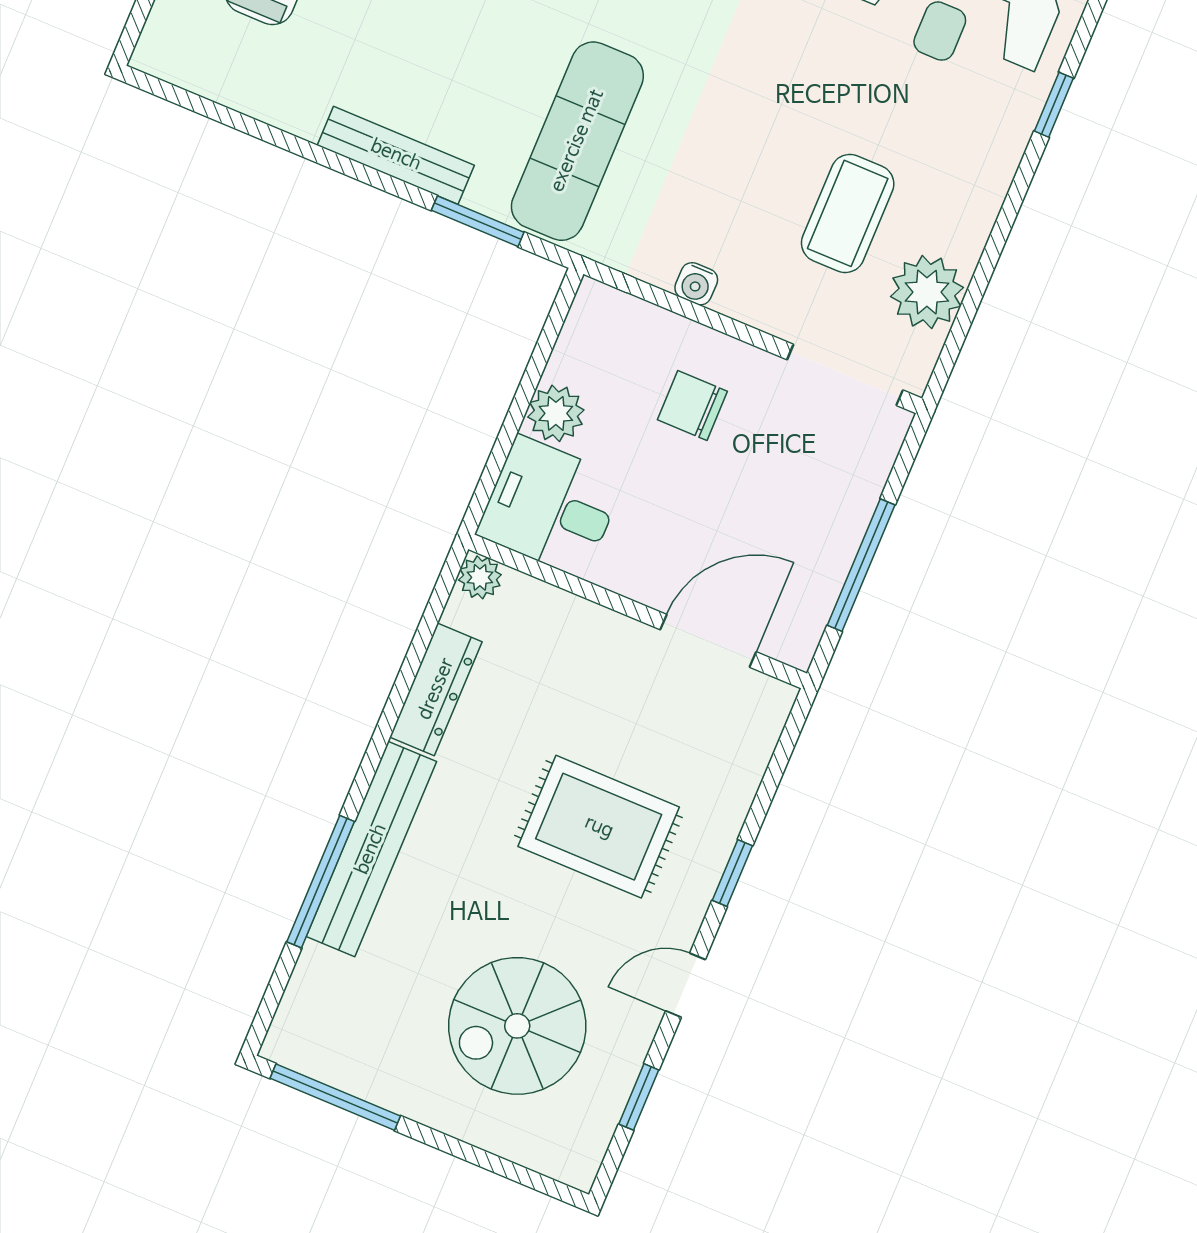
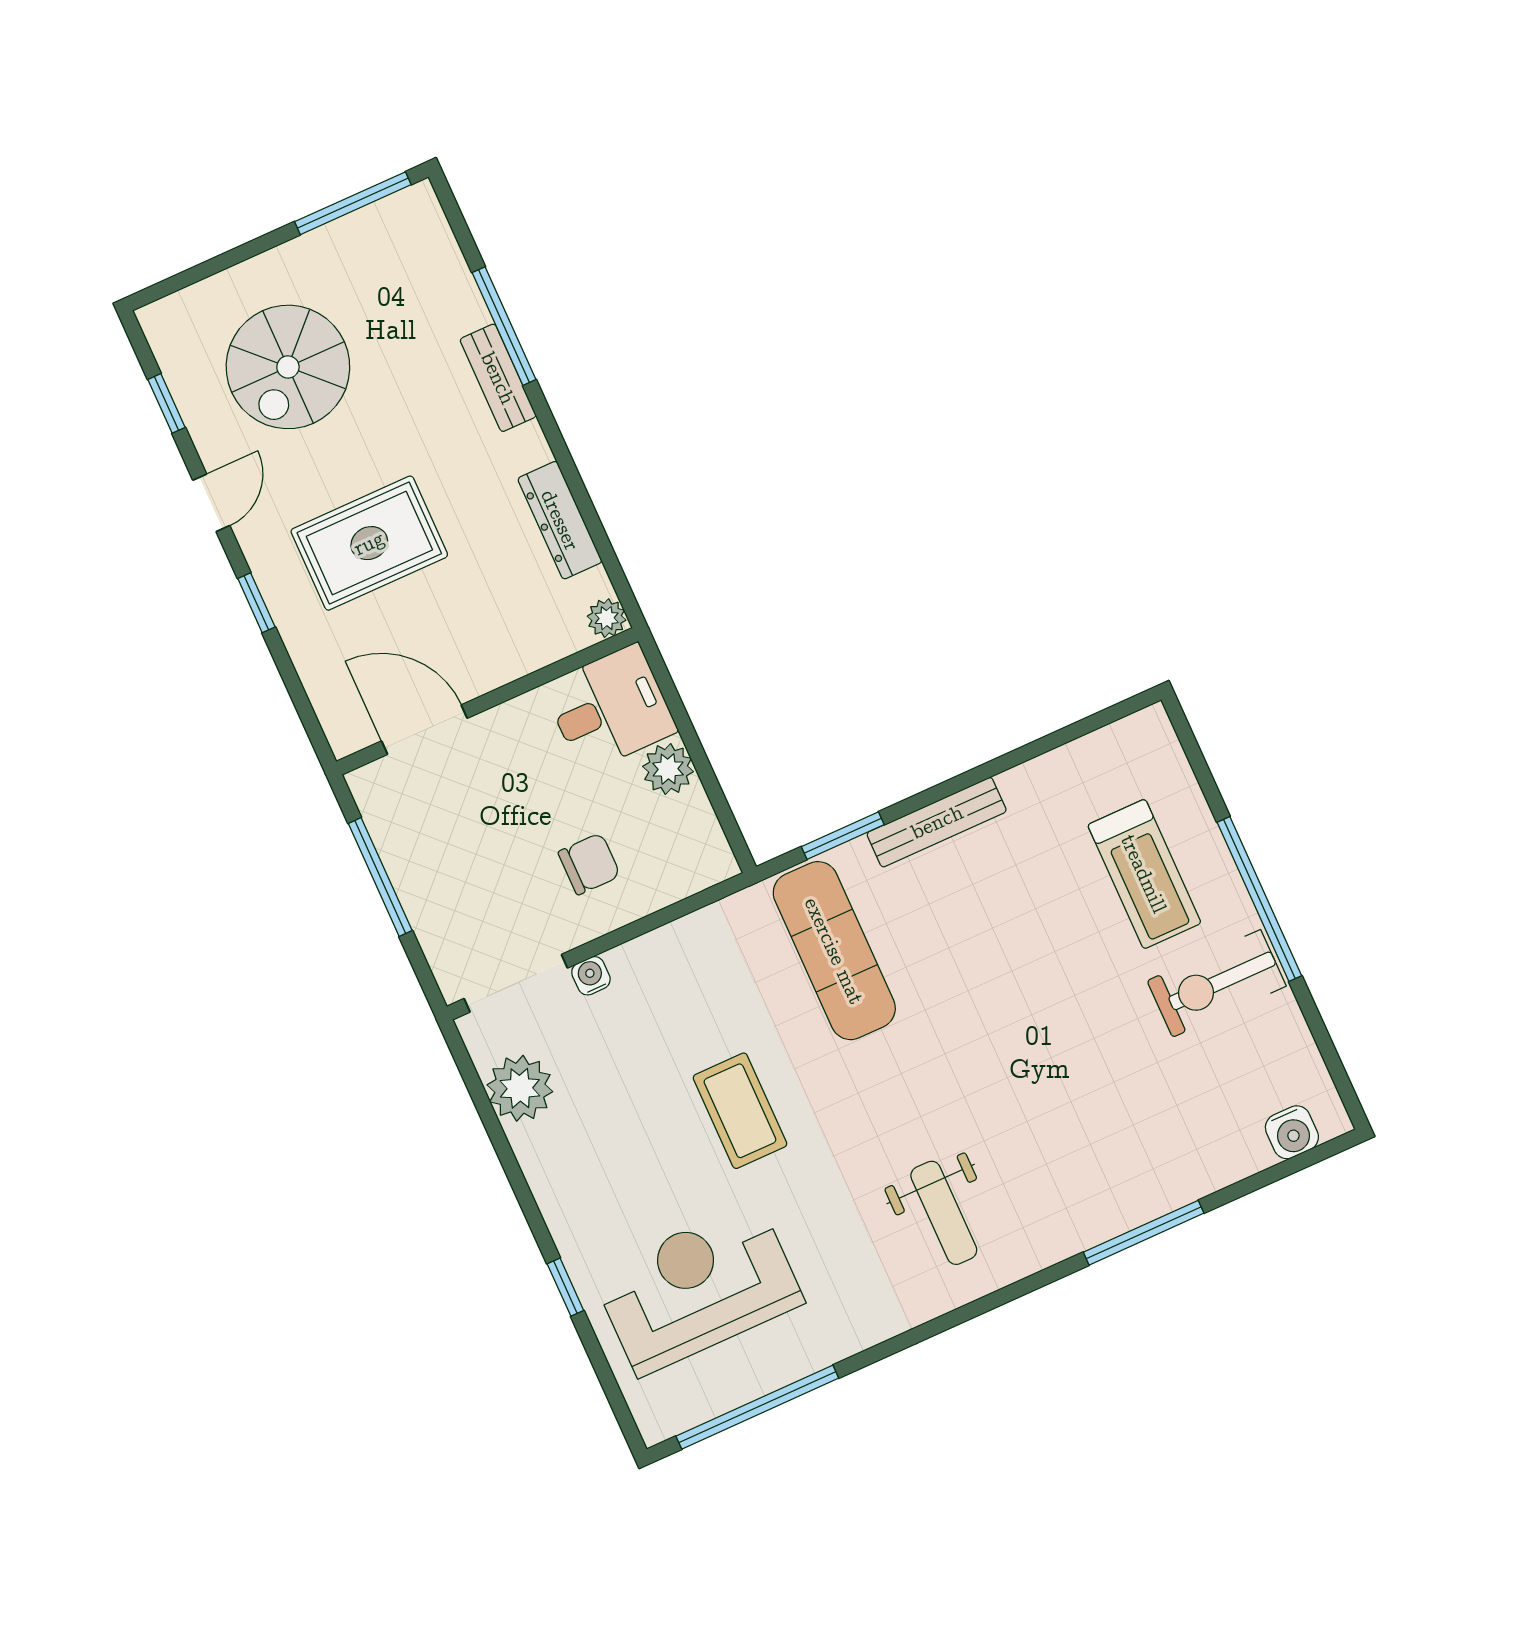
coffee table: (848, 213) -> (740, 1111), moved
water cooler: (696, 284) -> (591, 976), moved
door: (708, 641) -> (424, 730), swing flipped
bench: (371, 849) -> (498, 378), width x0.54, depth x0.82
spiral stairs: (517, 1026) -> (288, 367), turned 180

